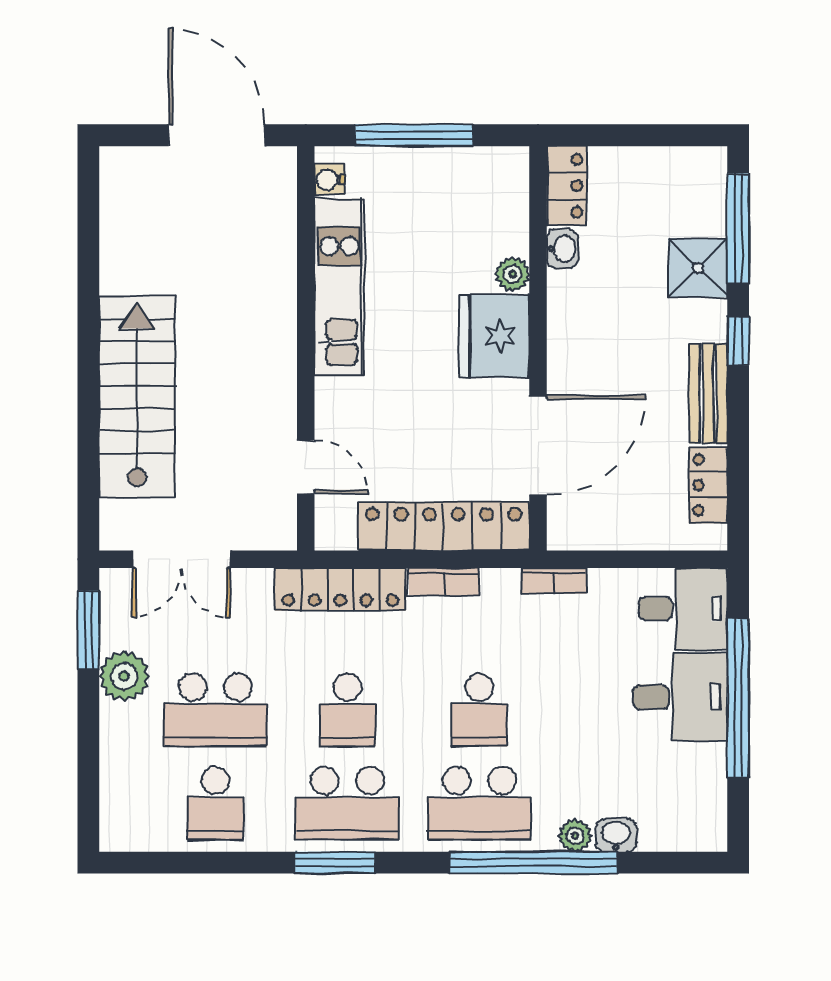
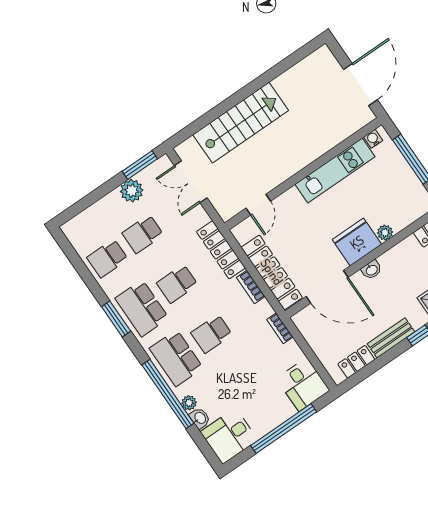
washbasin: (562, 249) -> (372, 270), moved
desk: (680, 697) -> (229, 436), moved, turned 90
school desk: (215, 710) -> (143, 234), width x0.54

